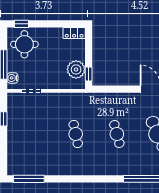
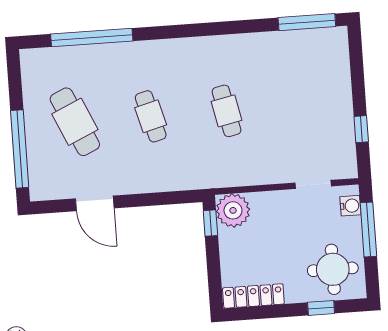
window: (21, 24) -> (321, 308), moved
locker: (74, 33) -> (253, 296), width x1.53
plant: (76, 69) -> (233, 210), moved

